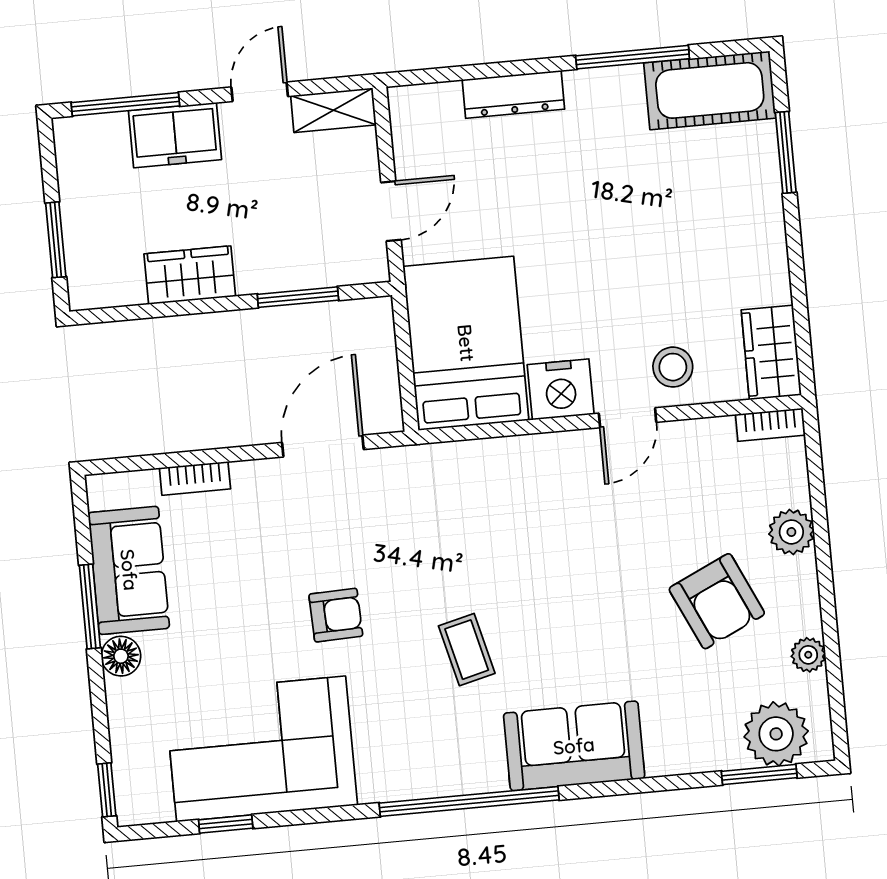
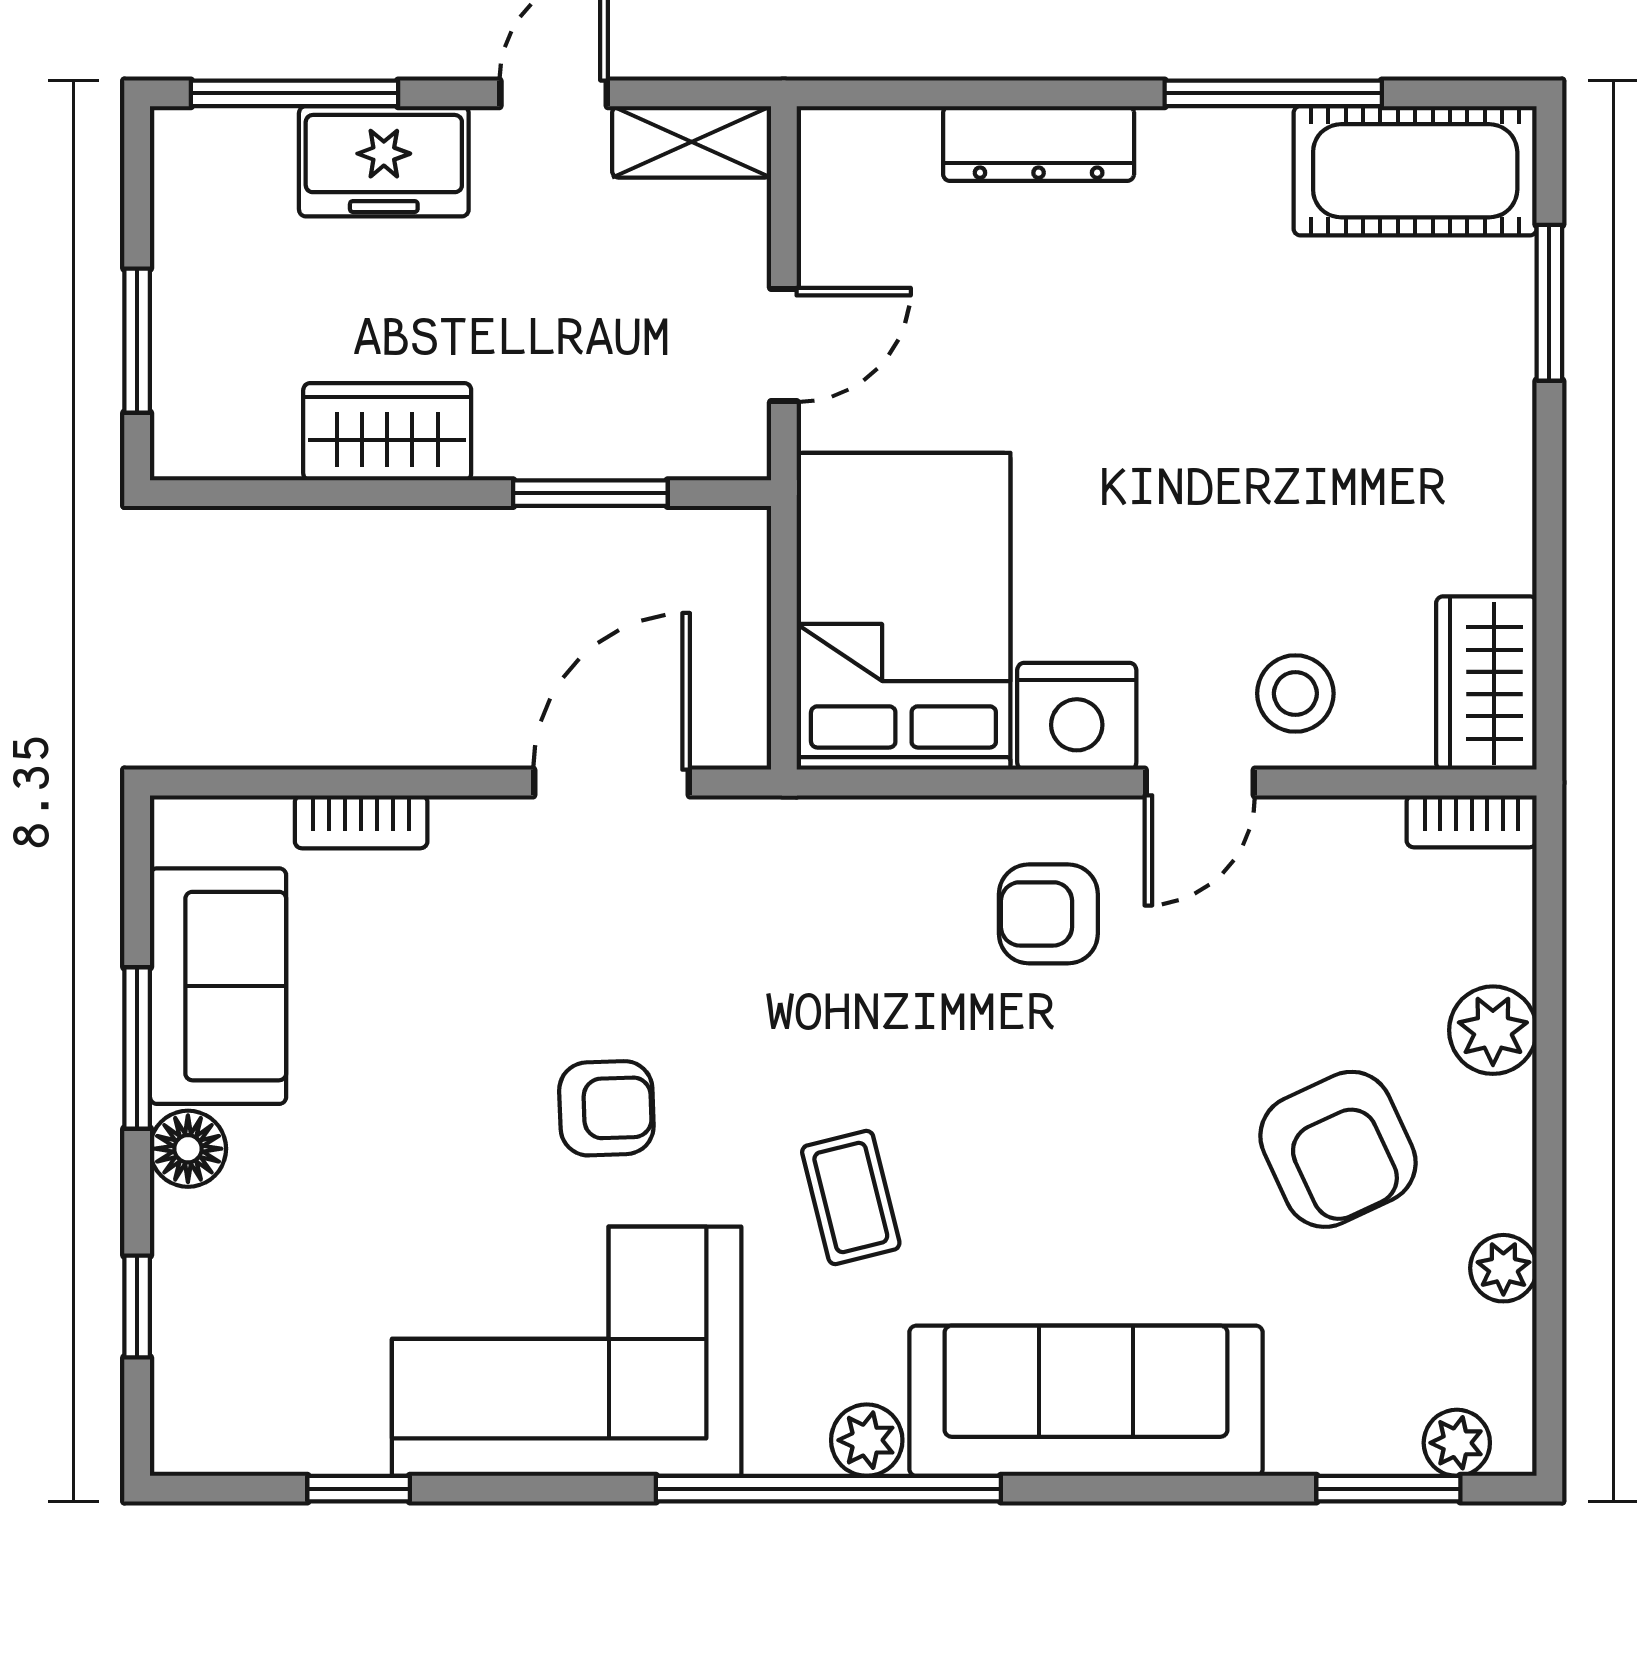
armchair: (555, 493) -> (1048, 914), added
plant: (776, 734) -> (1457, 1443), width x0.53, depth x0.53
sofa: (574, 746) -> (1086, 1401), width x1.36
corner sofa: (261, 749) -> (567, 1351), moved
plant: (487, 775) -> (867, 1440), added
window: (107, 790) -> (137, 1307), moved

